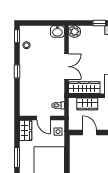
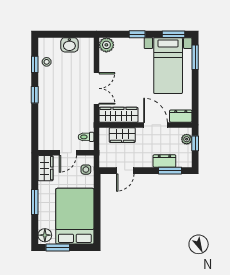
washbasin: (57, 32) -> (69, 45), moved
window: (17, 36) -> (35, 64), moved
door: (44, 118) -> (68, 153), hinge flipped
door: (90, 132) -> (125, 171), swing flipped

